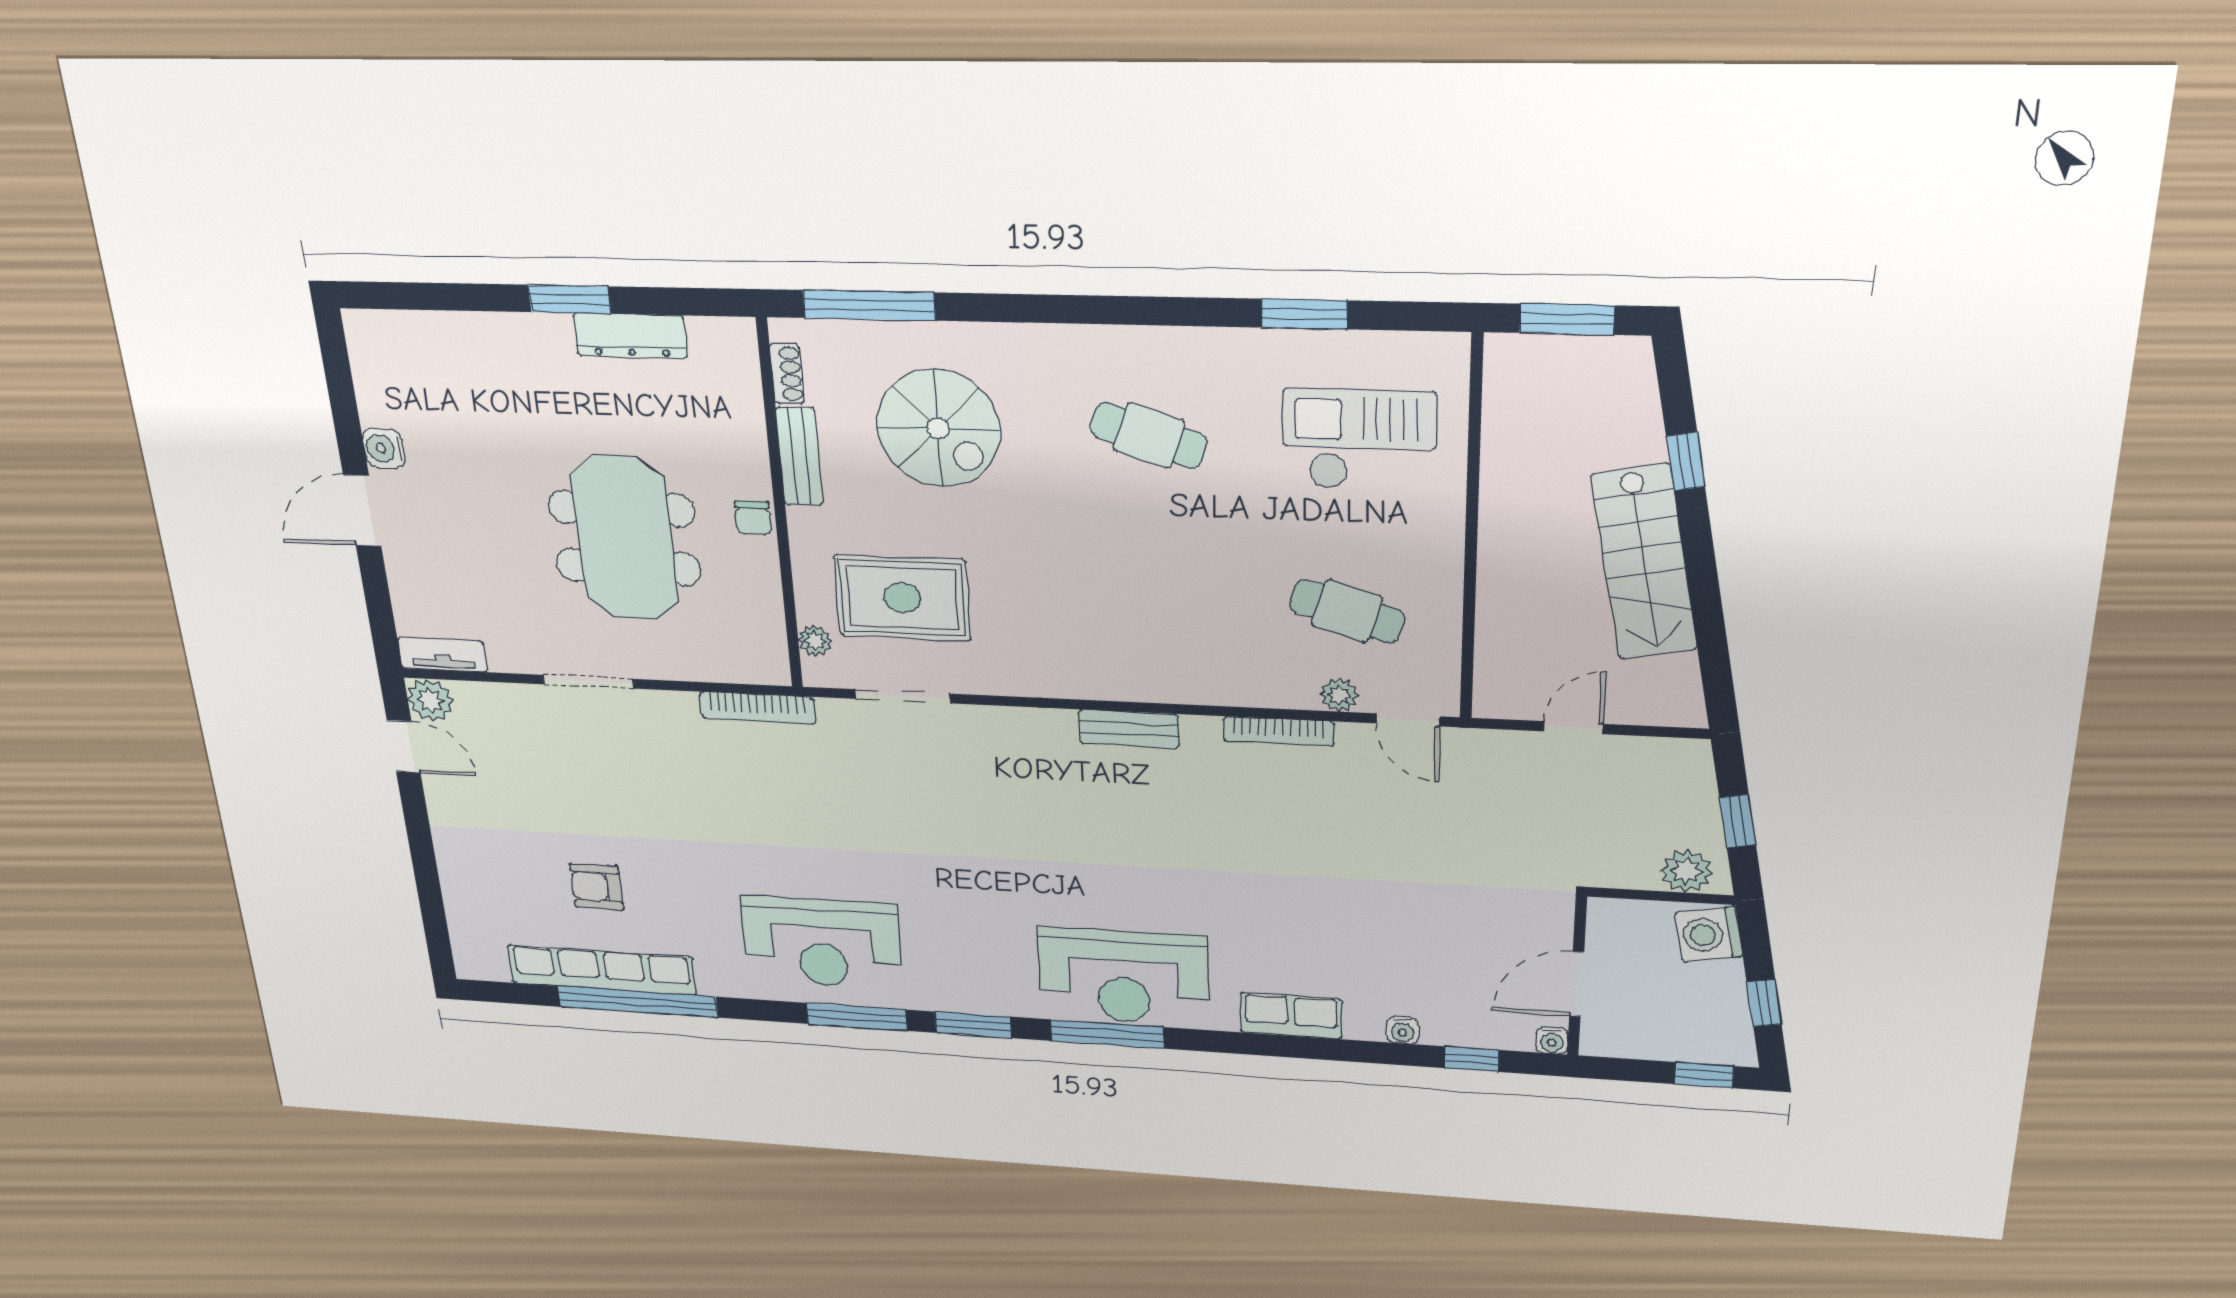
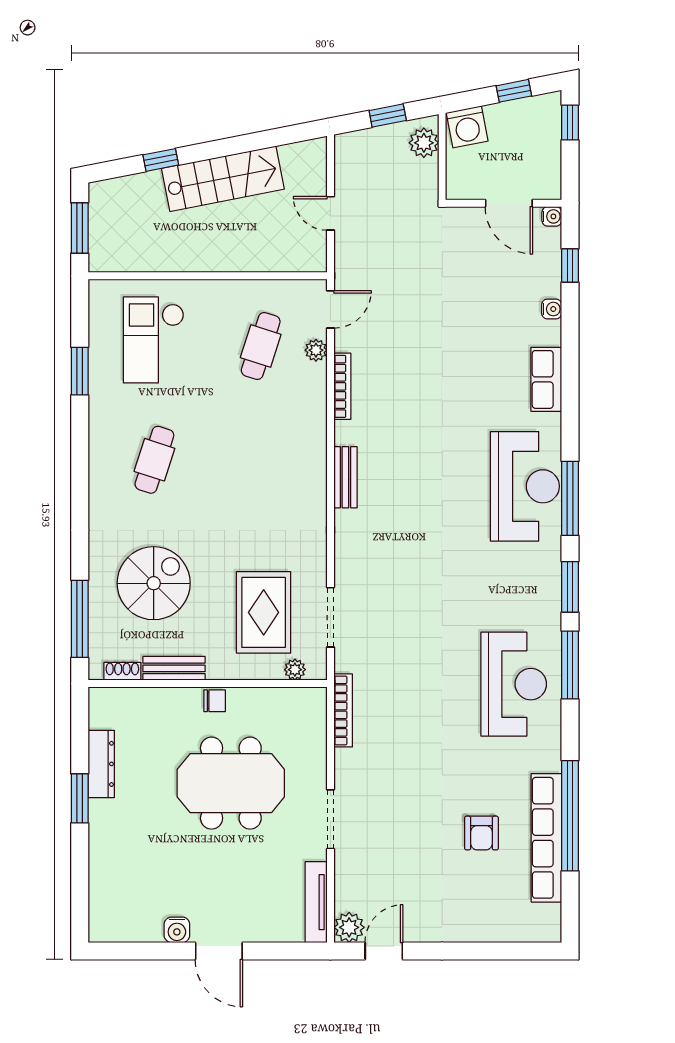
tv unit: (443, 655) -> (316, 902), width x1.41

